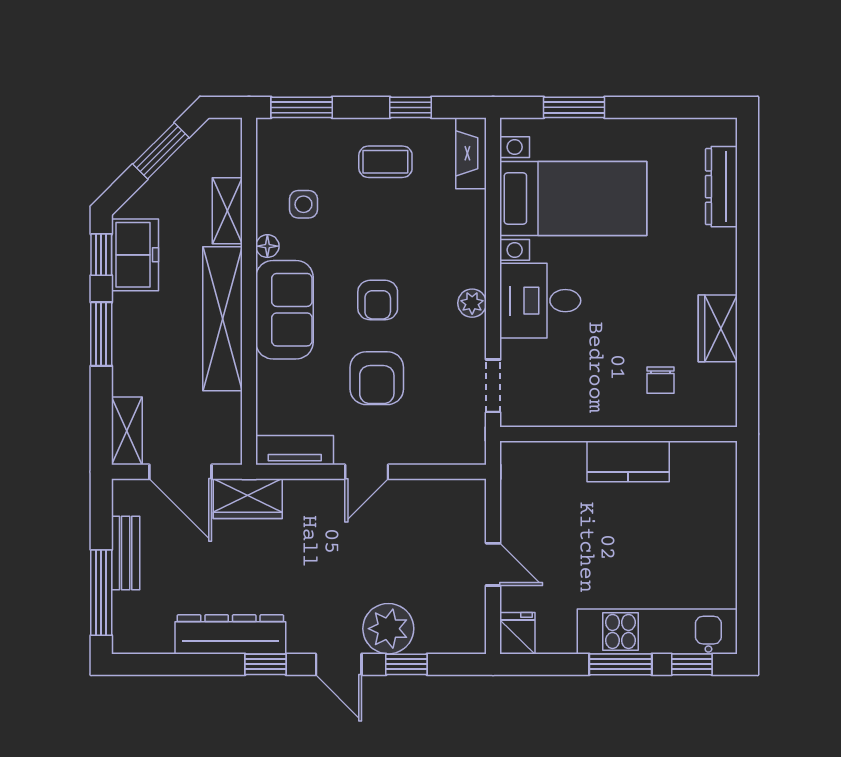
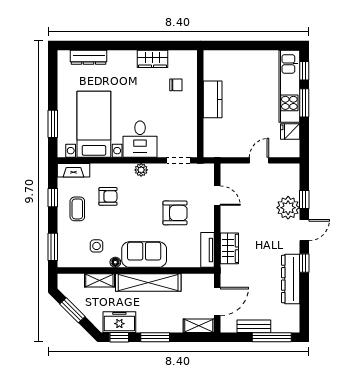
armchair: (378, 300) -> (108, 196), moved
door: (367, 472) -> (217, 196), moved
wardrobe: (248, 499) -> (229, 248), moved
fridge: (517, 633) -> (290, 131), moved

